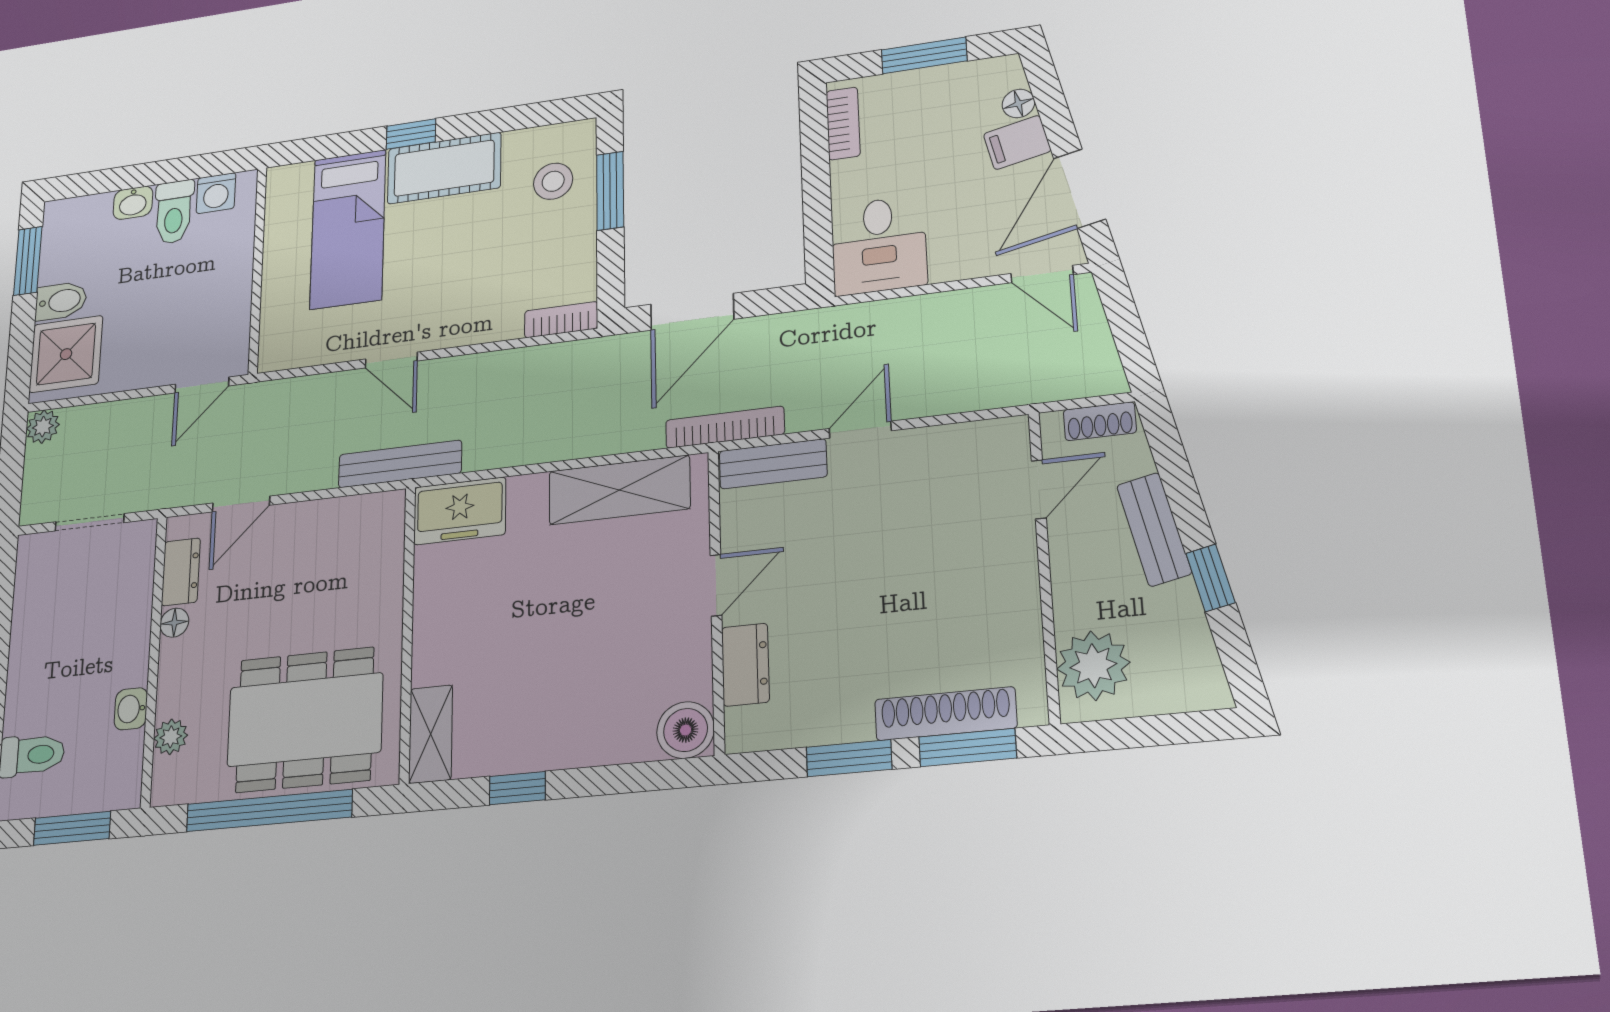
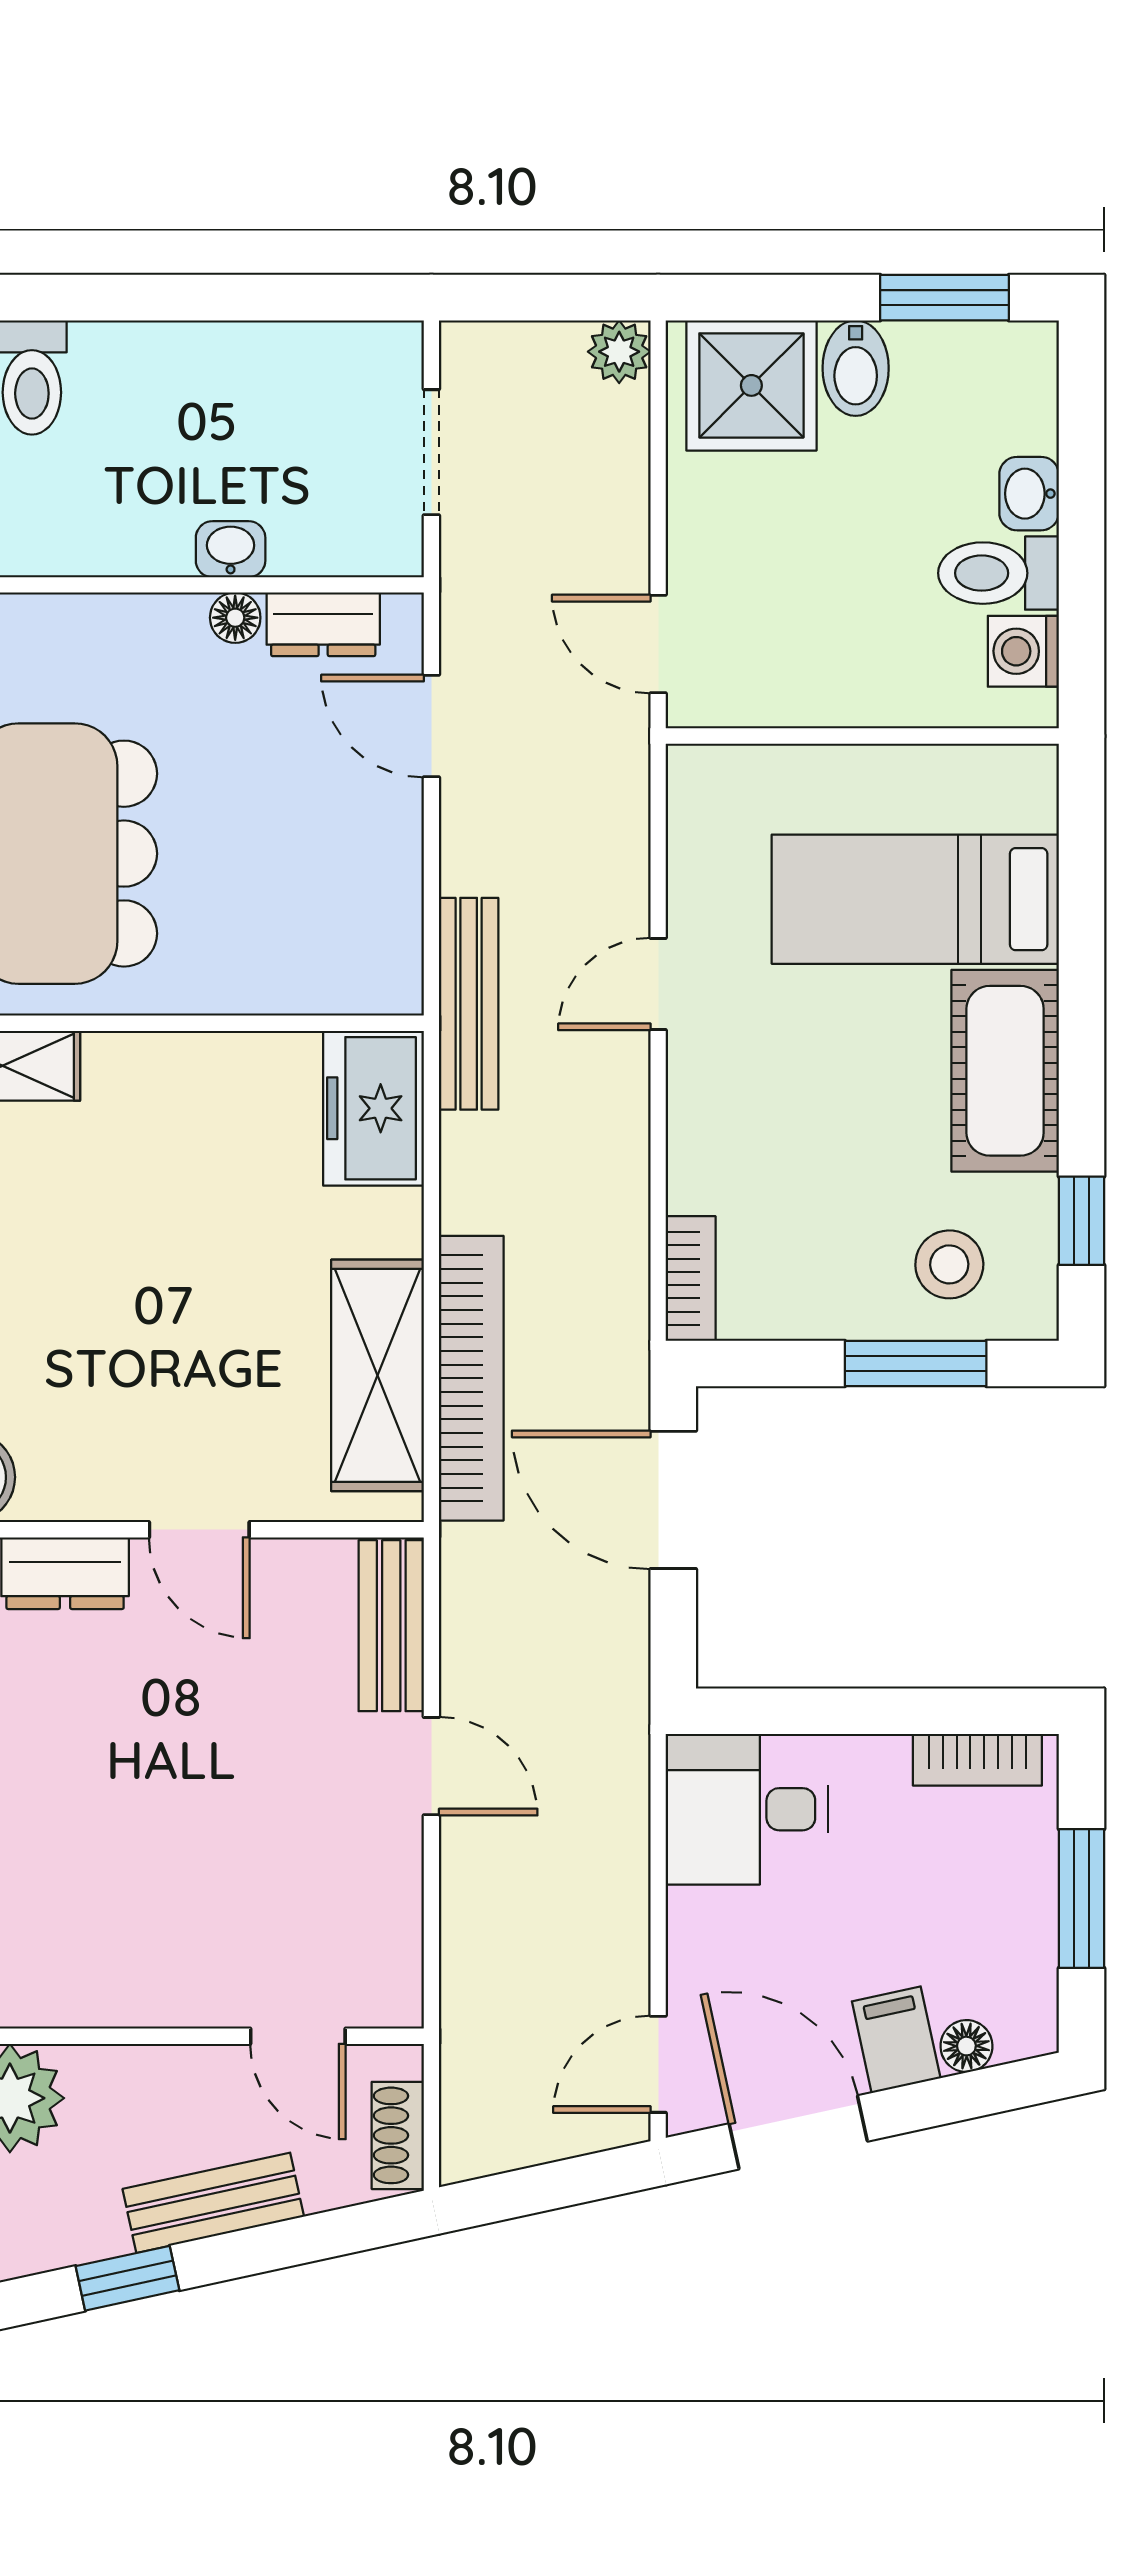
window: (411, 134) -> (1081, 1221), moved
bookcase: (725, 427) -> (471, 1378), moved, width x1.48, depth x1.31
washbasin: (131, 709) -> (231, 549), moved
plant: (171, 737) -> (40, 623), removed

